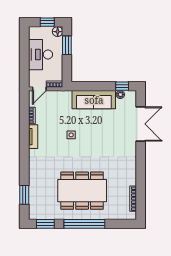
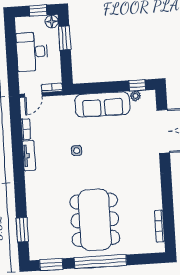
dining table: (82, 191) -> (95, 220), turned 90

